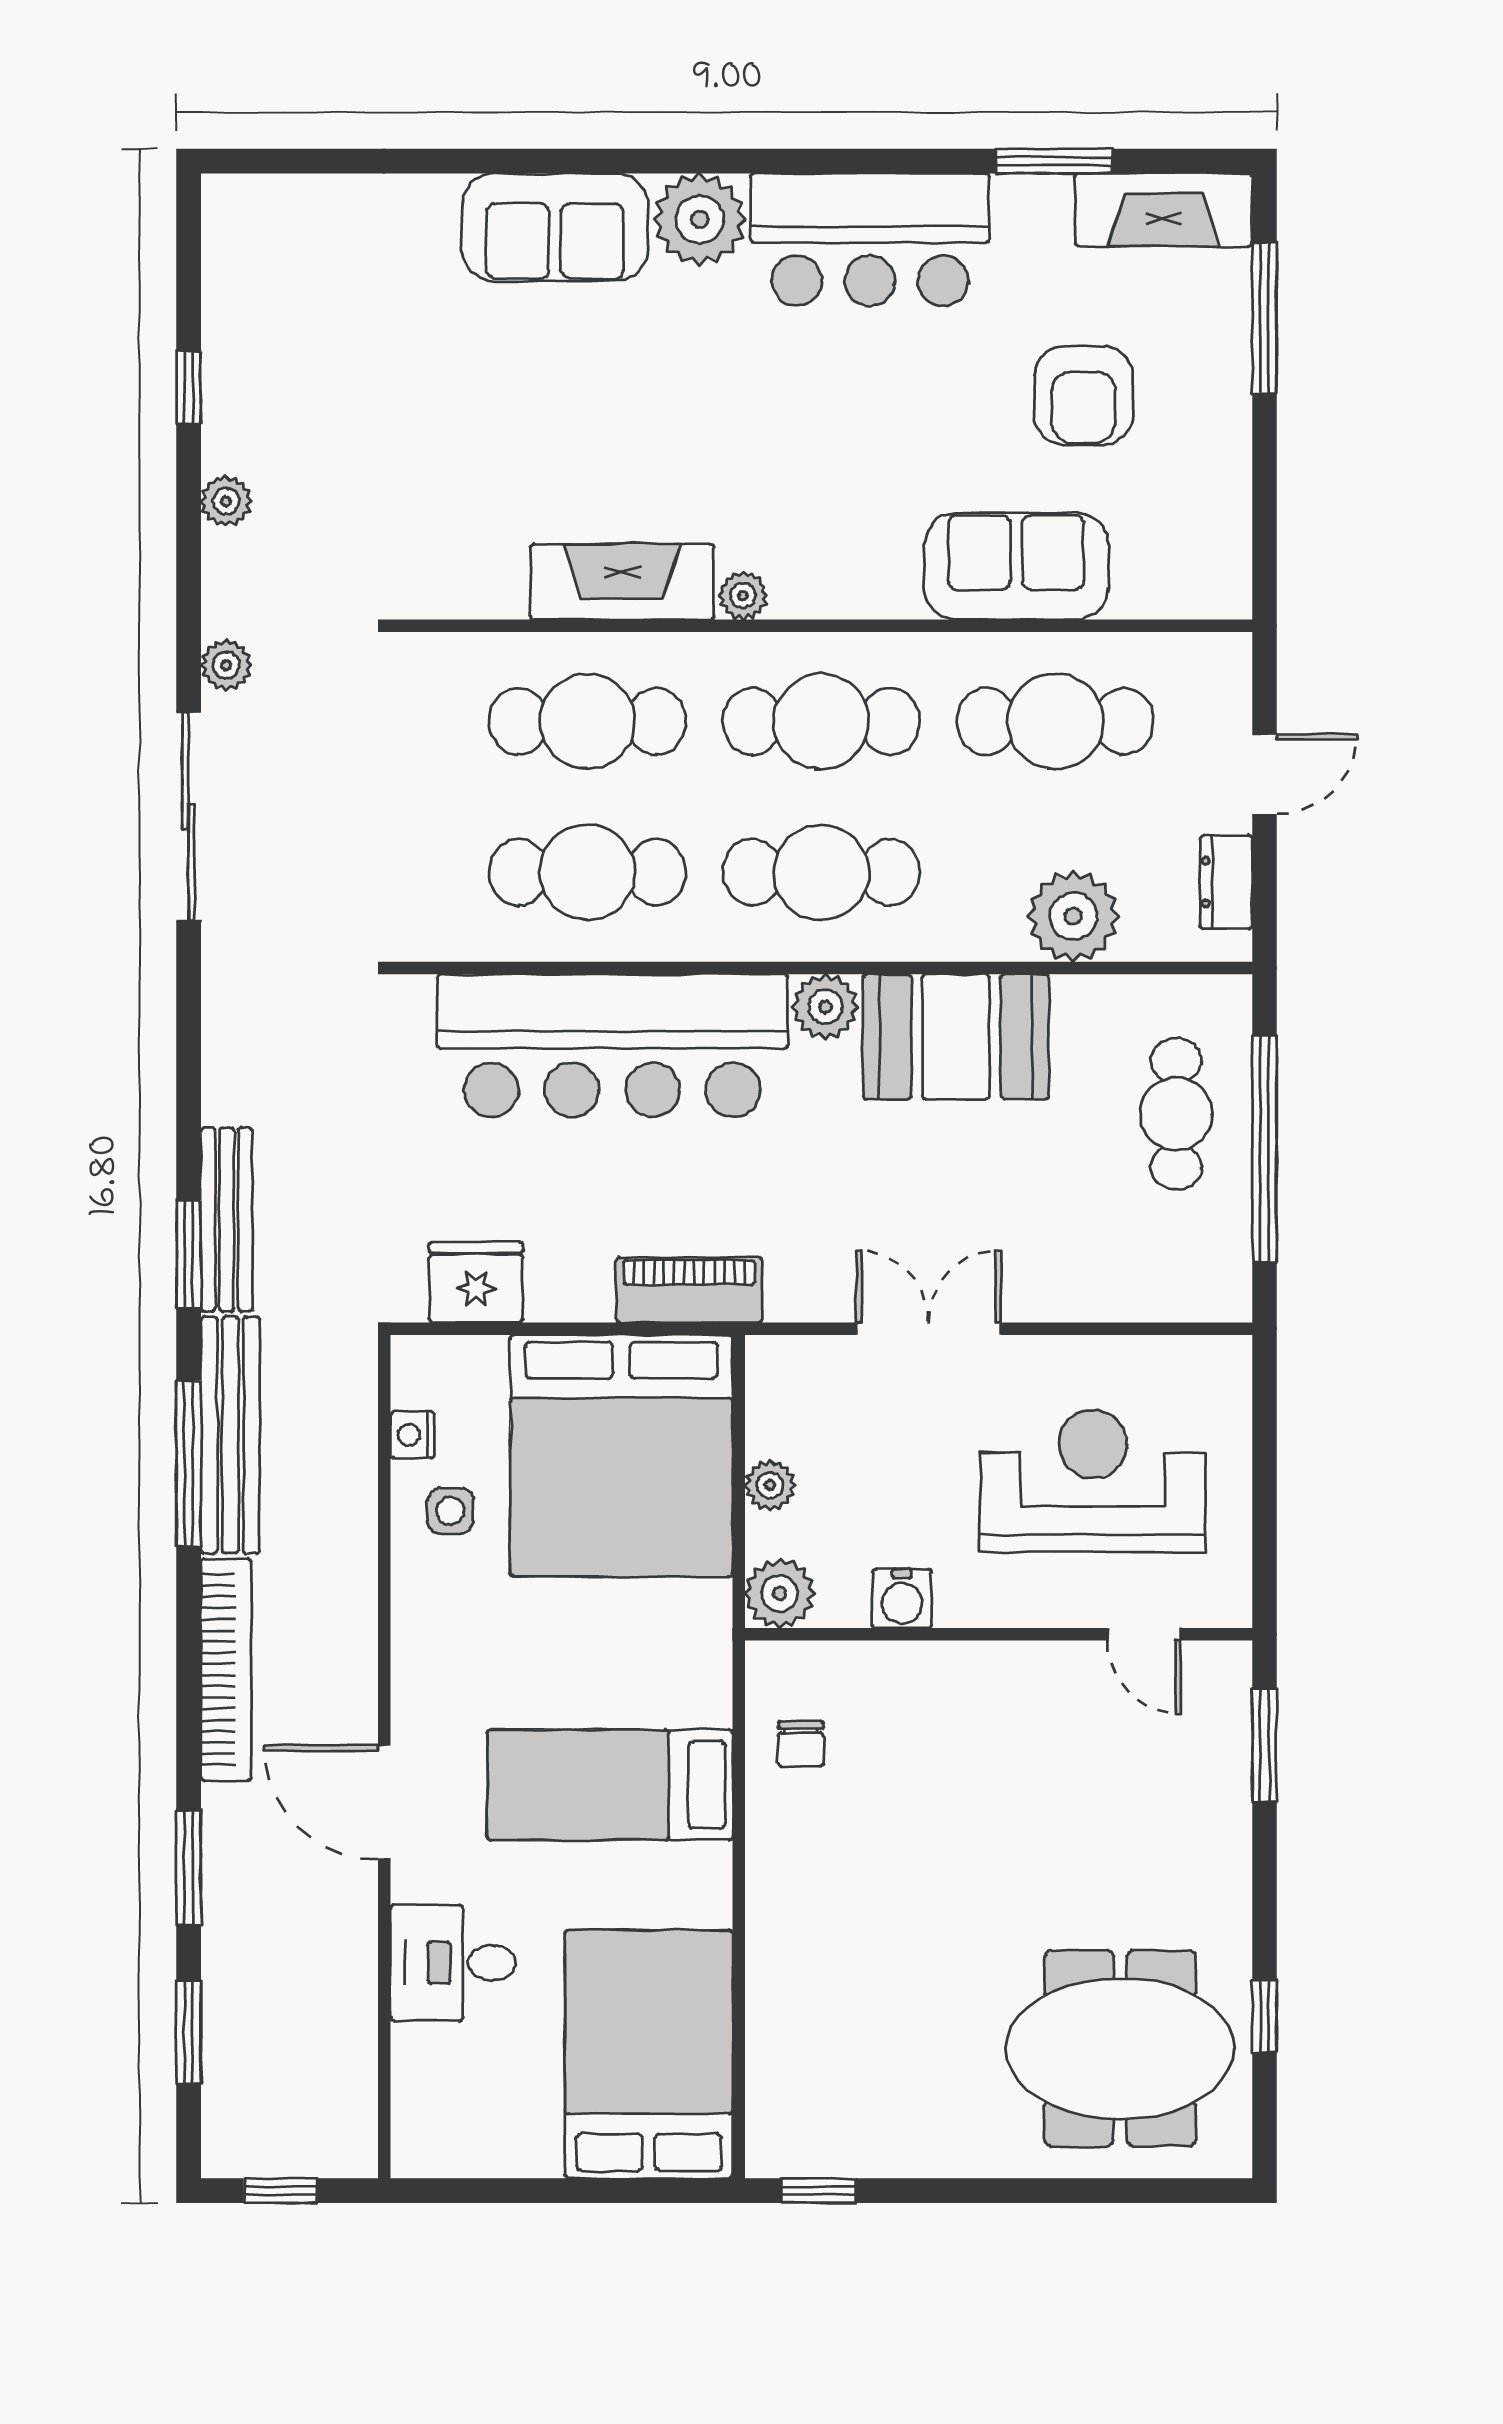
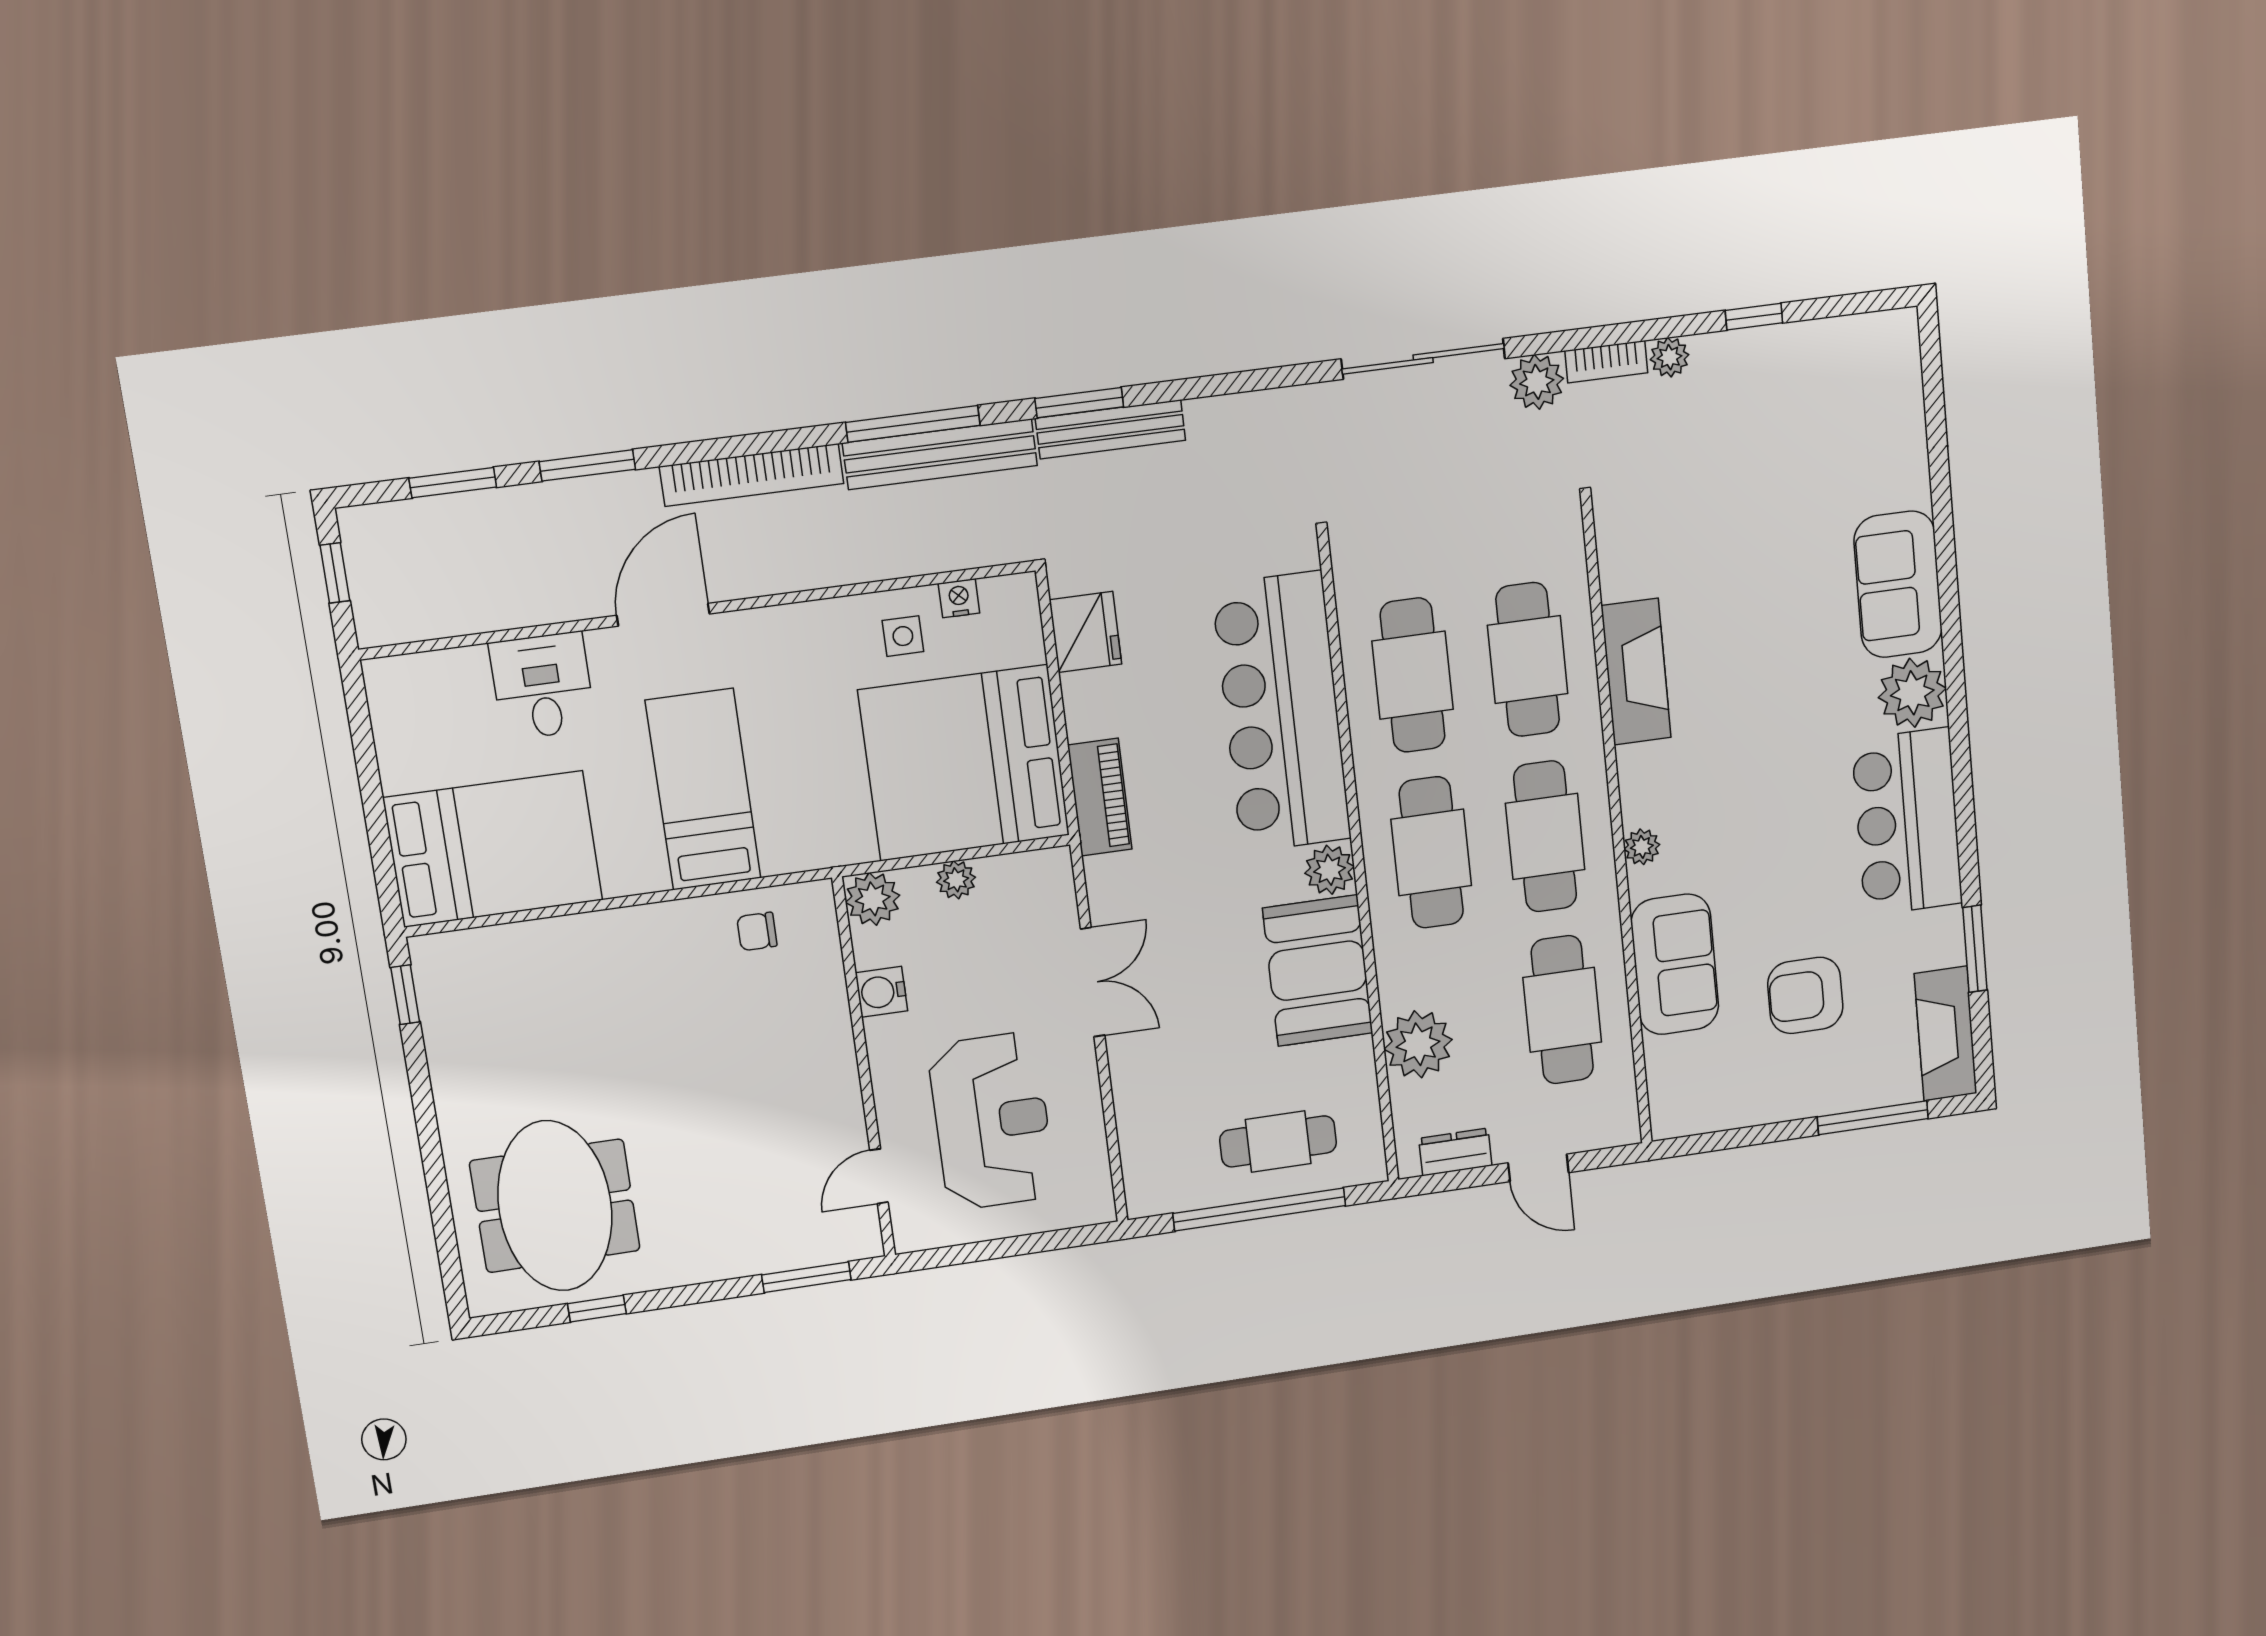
bookcase: (222, 583) -> (1606, 362), added
plant: (743, 596) -> (1642, 847), moved
plant: (226, 665) -> (1537, 382), width x1.38, depth x1.38

